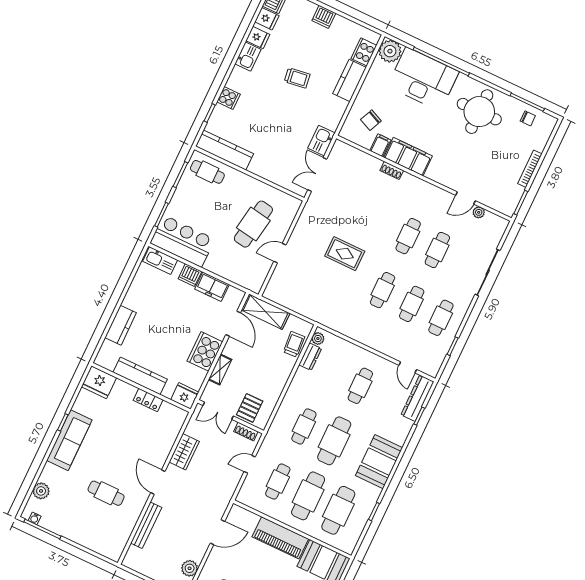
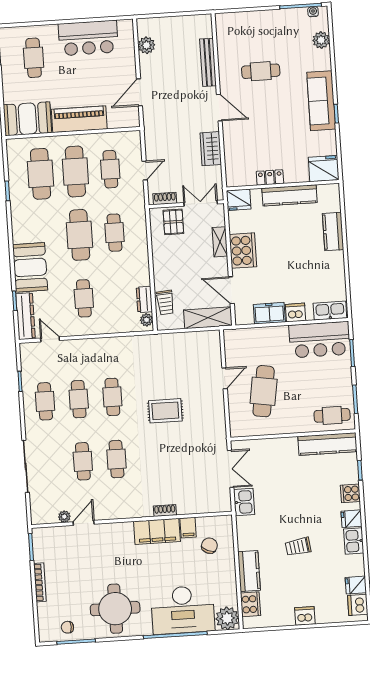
fridge: (258, 37) -> (352, 519), moved
booth: (379, 462) -> (30, 267), moved

